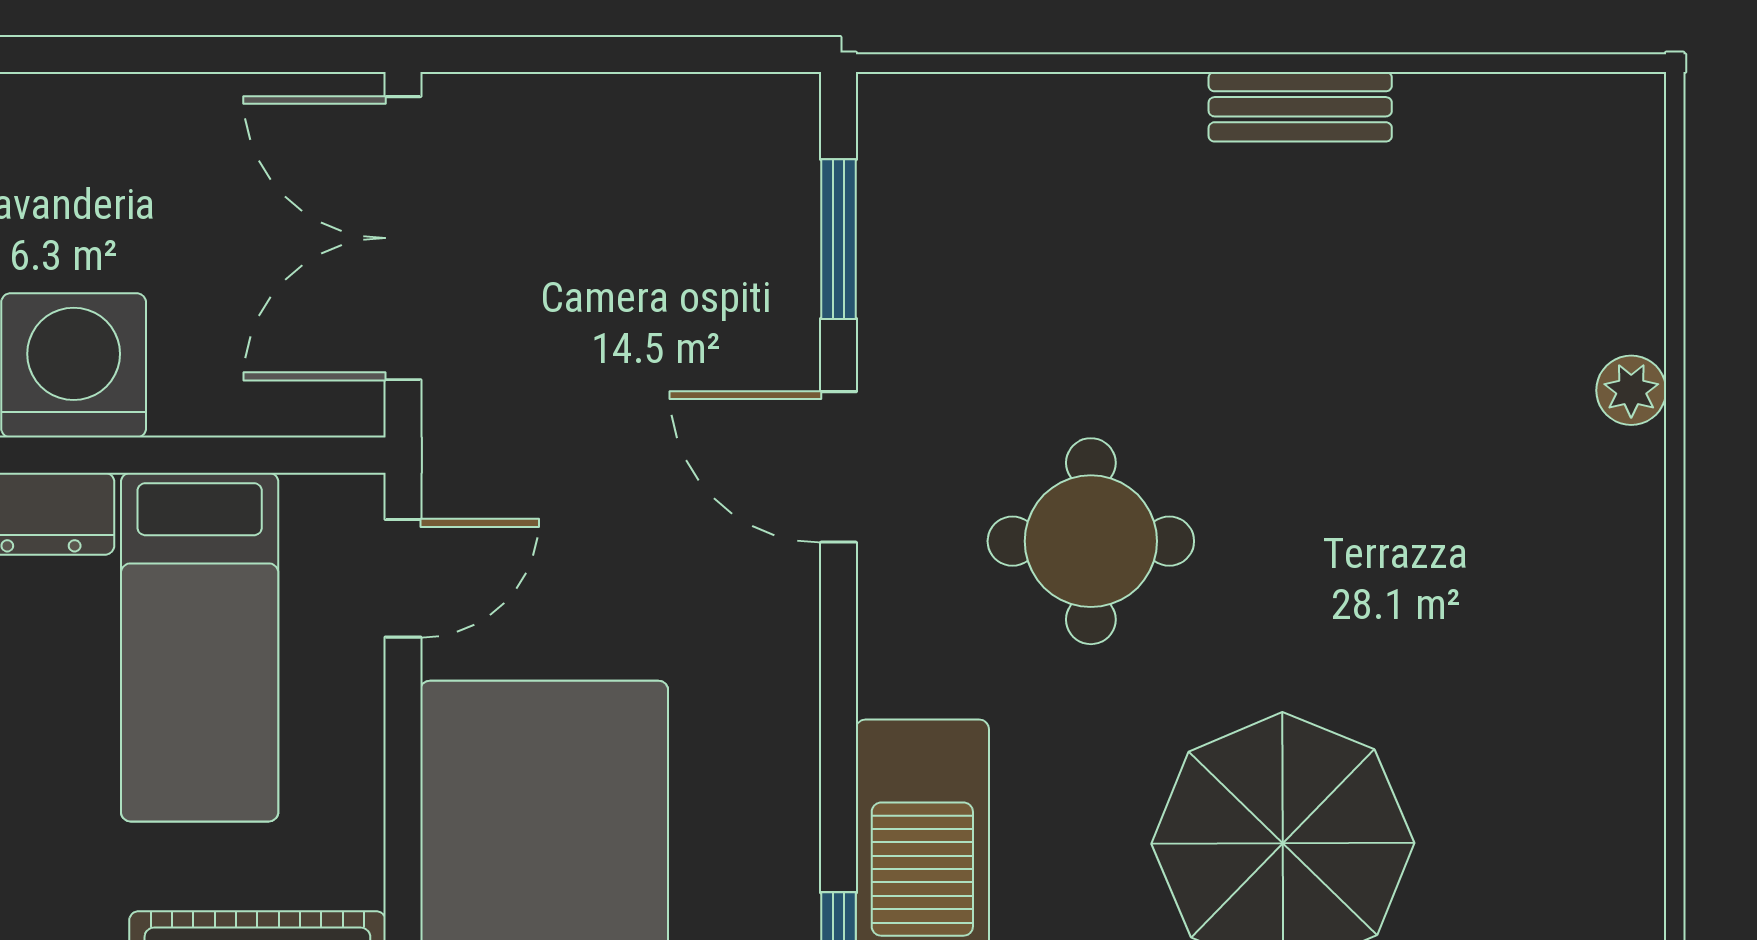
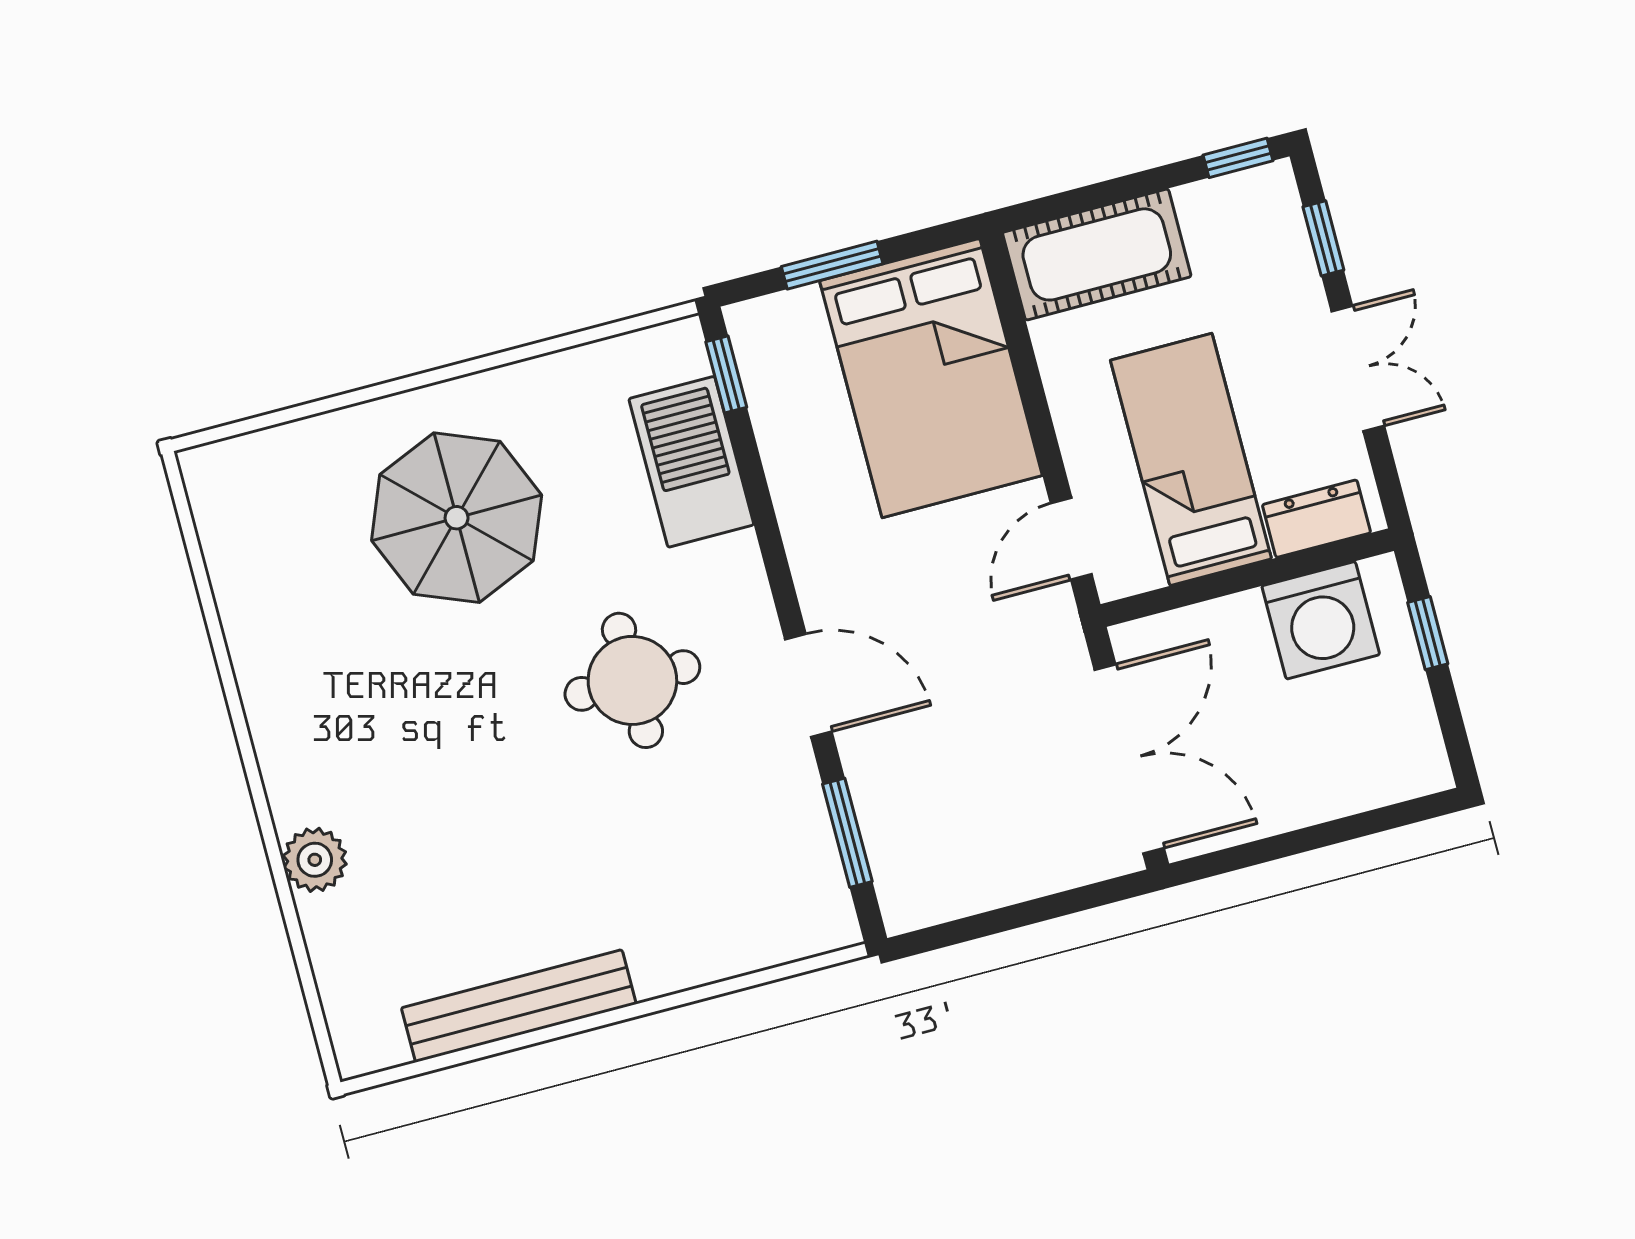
bench: (1300, 107) -> (519, 1006), width x1.86, depth x1.21
plant: (1631, 390) -> (315, 860), width x1.38, depth x1.38

